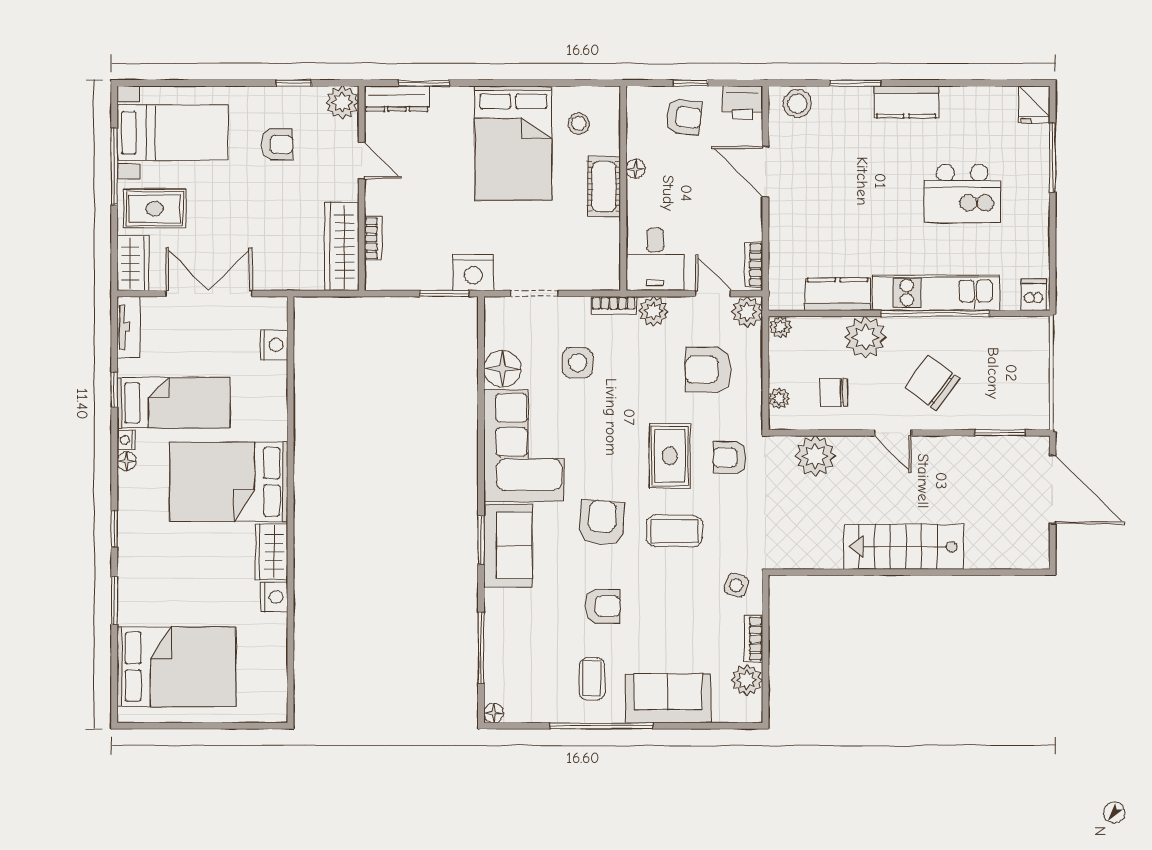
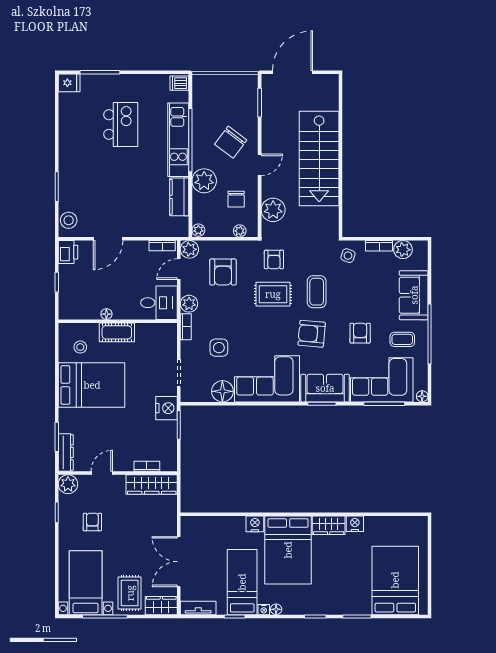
kitchen counter: (906, 102) -> (68, 157), removed
armchair: (684, 117) -> (76, 286), removed
nightstand: (274, 345) -> (255, 524), moved
stairs: (904, 547) -> (319, 158), width x1.36, depth x1.51
corner sofa: (522, 643) -> (382, 380), added

